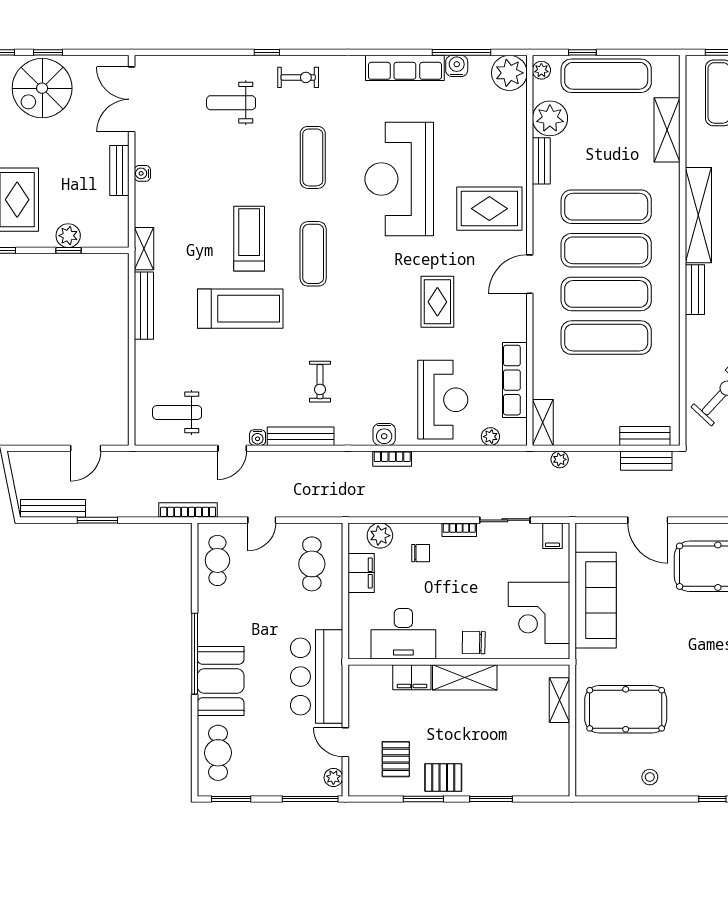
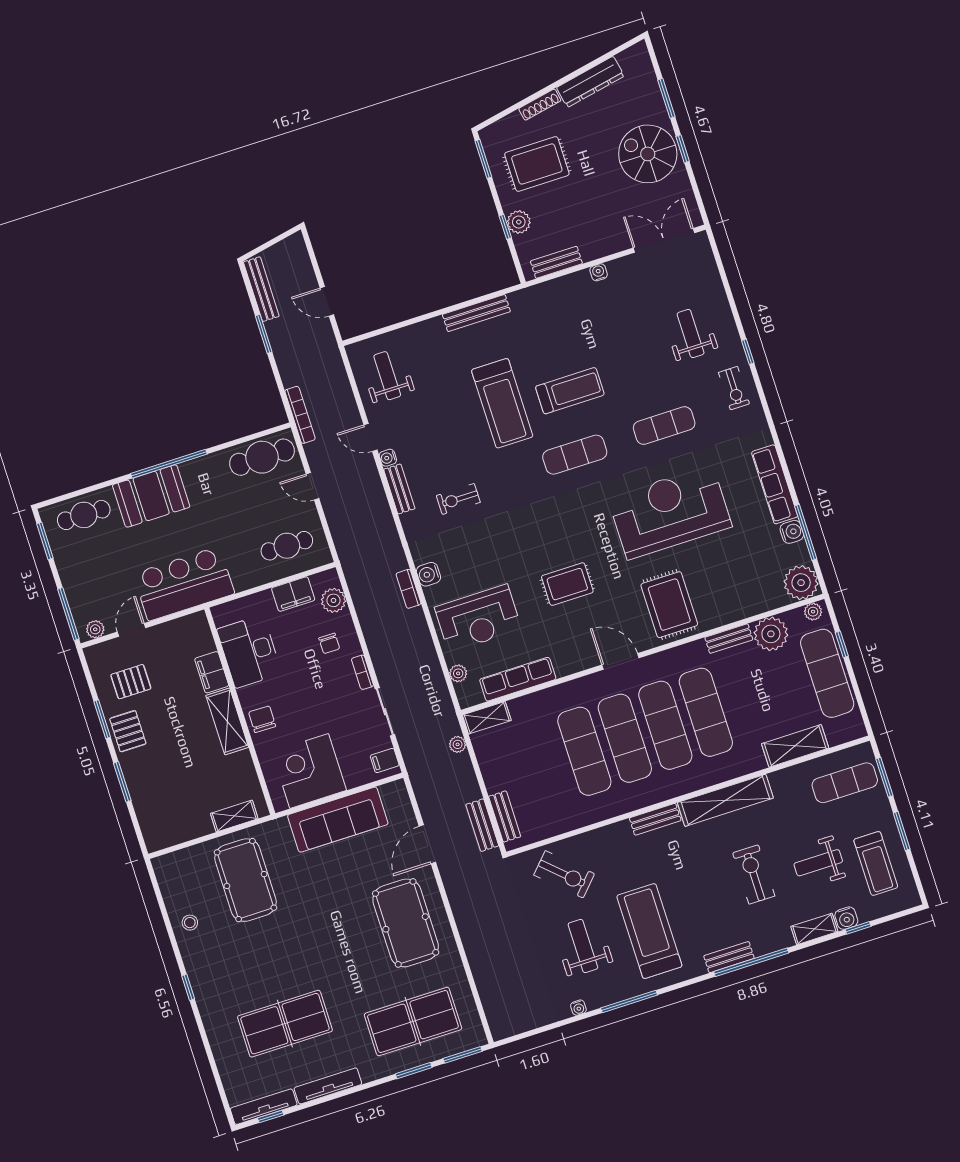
bench: (119, 170) -> (556, 262), moved
shelving: (144, 249) -> (529, 296), removed
bench: (301, 436) -> (399, 489), width x0.73
cafe table: (217, 560) -> (262, 457), width x1.37, depth x1.35

